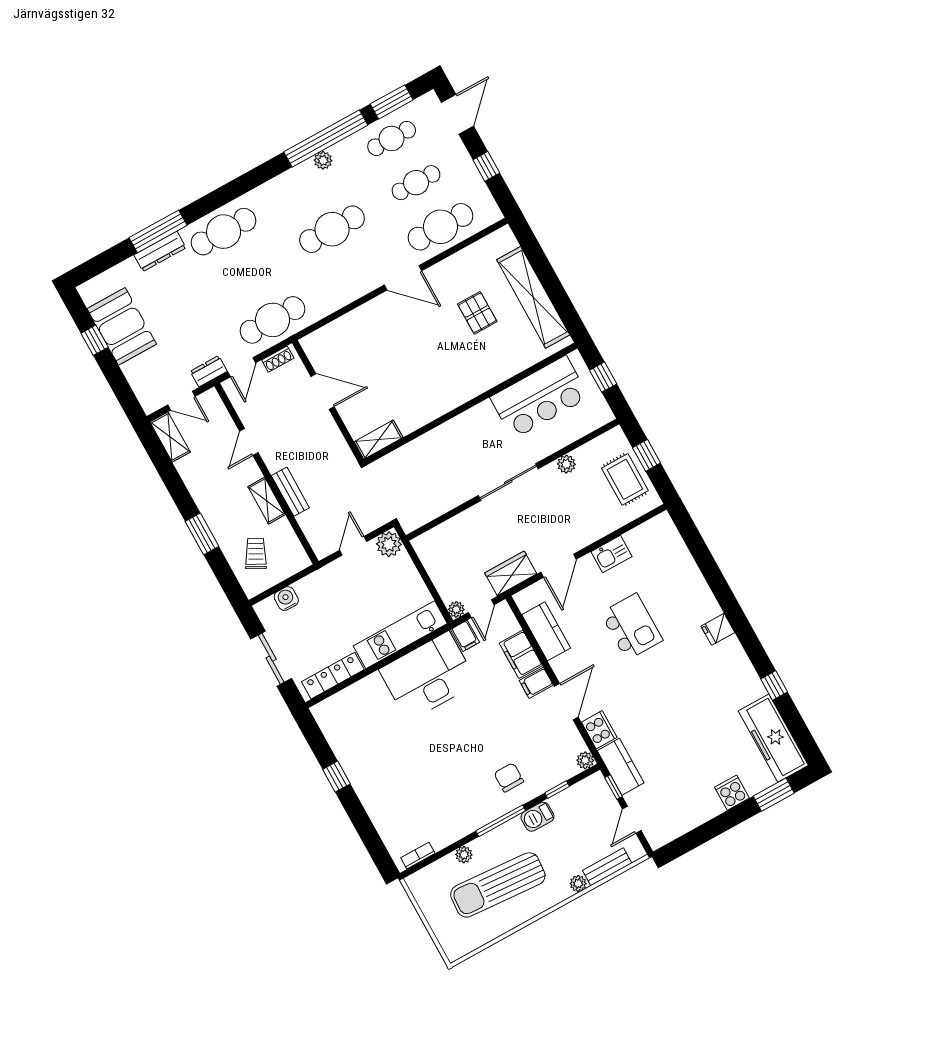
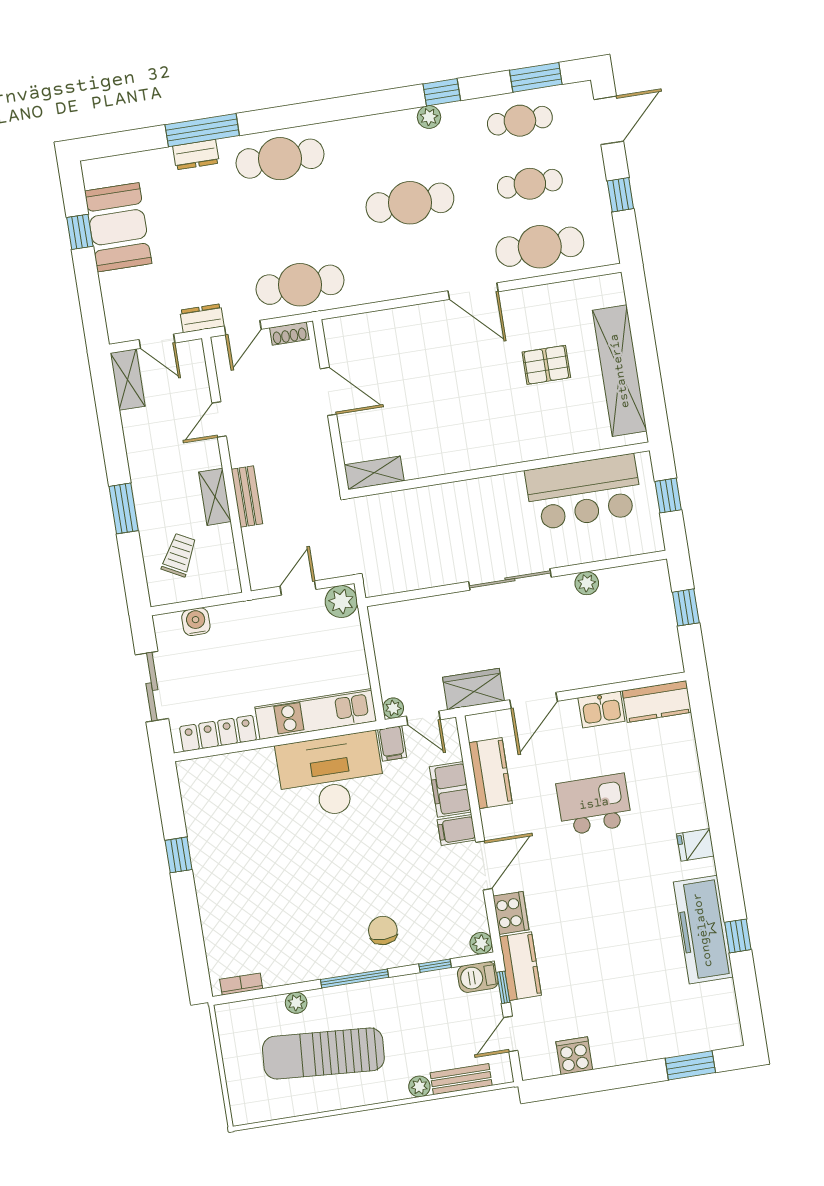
window: (326, 138) -> (442, 92), width x0.32
dresser: (160, 251) -> (196, 155), width x0.70
pallet: (477, 313) -> (546, 365), turned 90
rug: (625, 479) -> (650, 627), removed
kitchen counter: (650, 533) -> (657, 702), added
door: (481, 609) -> (423, 718), hinge flipped
kitchen island: (632, 627) -> (594, 804), turned -90
freezer: (773, 738) -> (703, 930), moved
cooker: (732, 793) -> (574, 1056), moved
barbecue: (537, 817) -> (478, 977), moved

